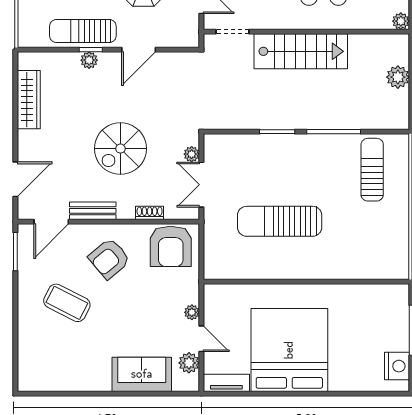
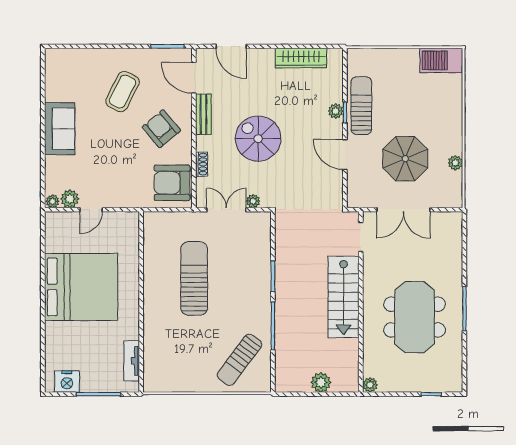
sun lounger: (372, 170) -> (240, 360), turned 127
plant: (192, 312) -> (53, 201), moved
sofa: (142, 374) -> (60, 129), moved
tv unit: (226, 383) -> (132, 361), moved, turned 180

